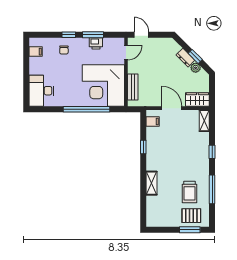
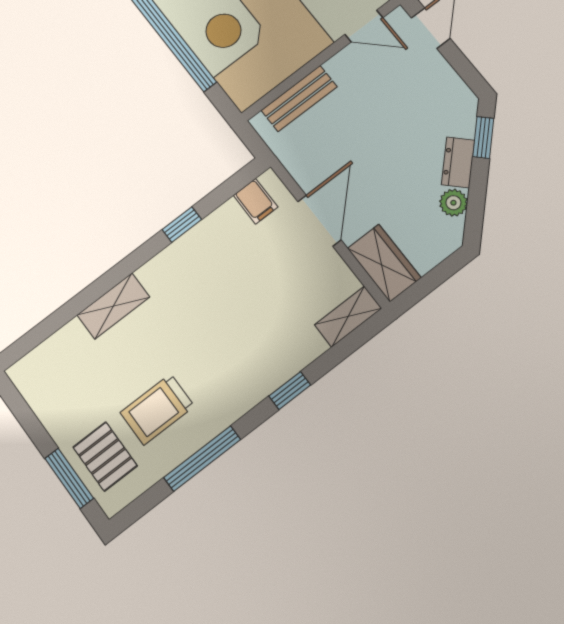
window: (195, 56) -> (483, 138), moved

